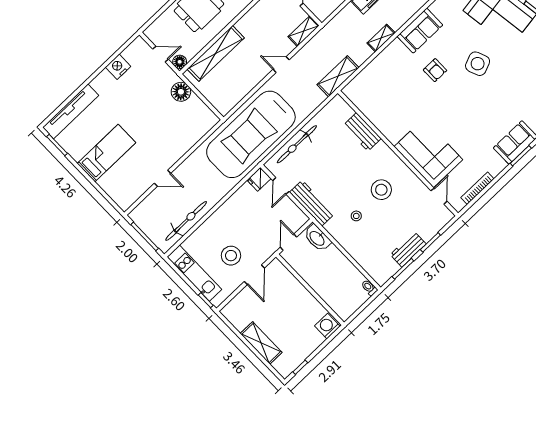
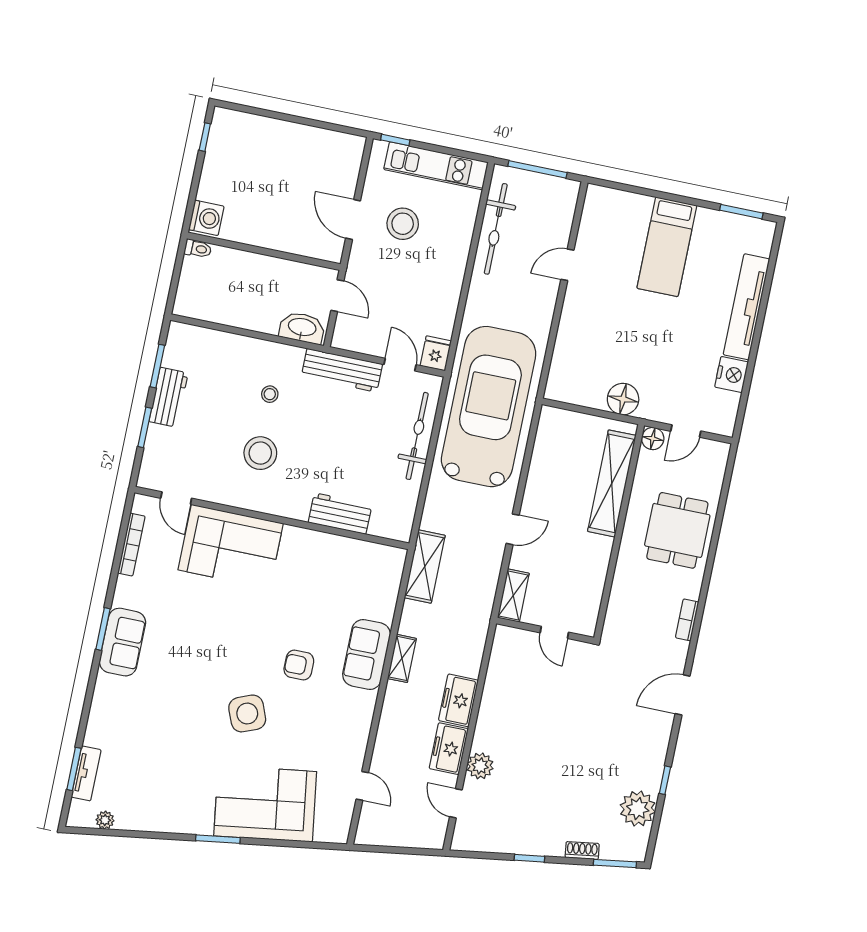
sofa: (420, 31) -> (367, 654), moved
tv unit: (71, 111) -> (747, 307), moved
toilet: (369, 288) -> (198, 249), moved
shelving: (261, 343) -> (280, 133), removed

